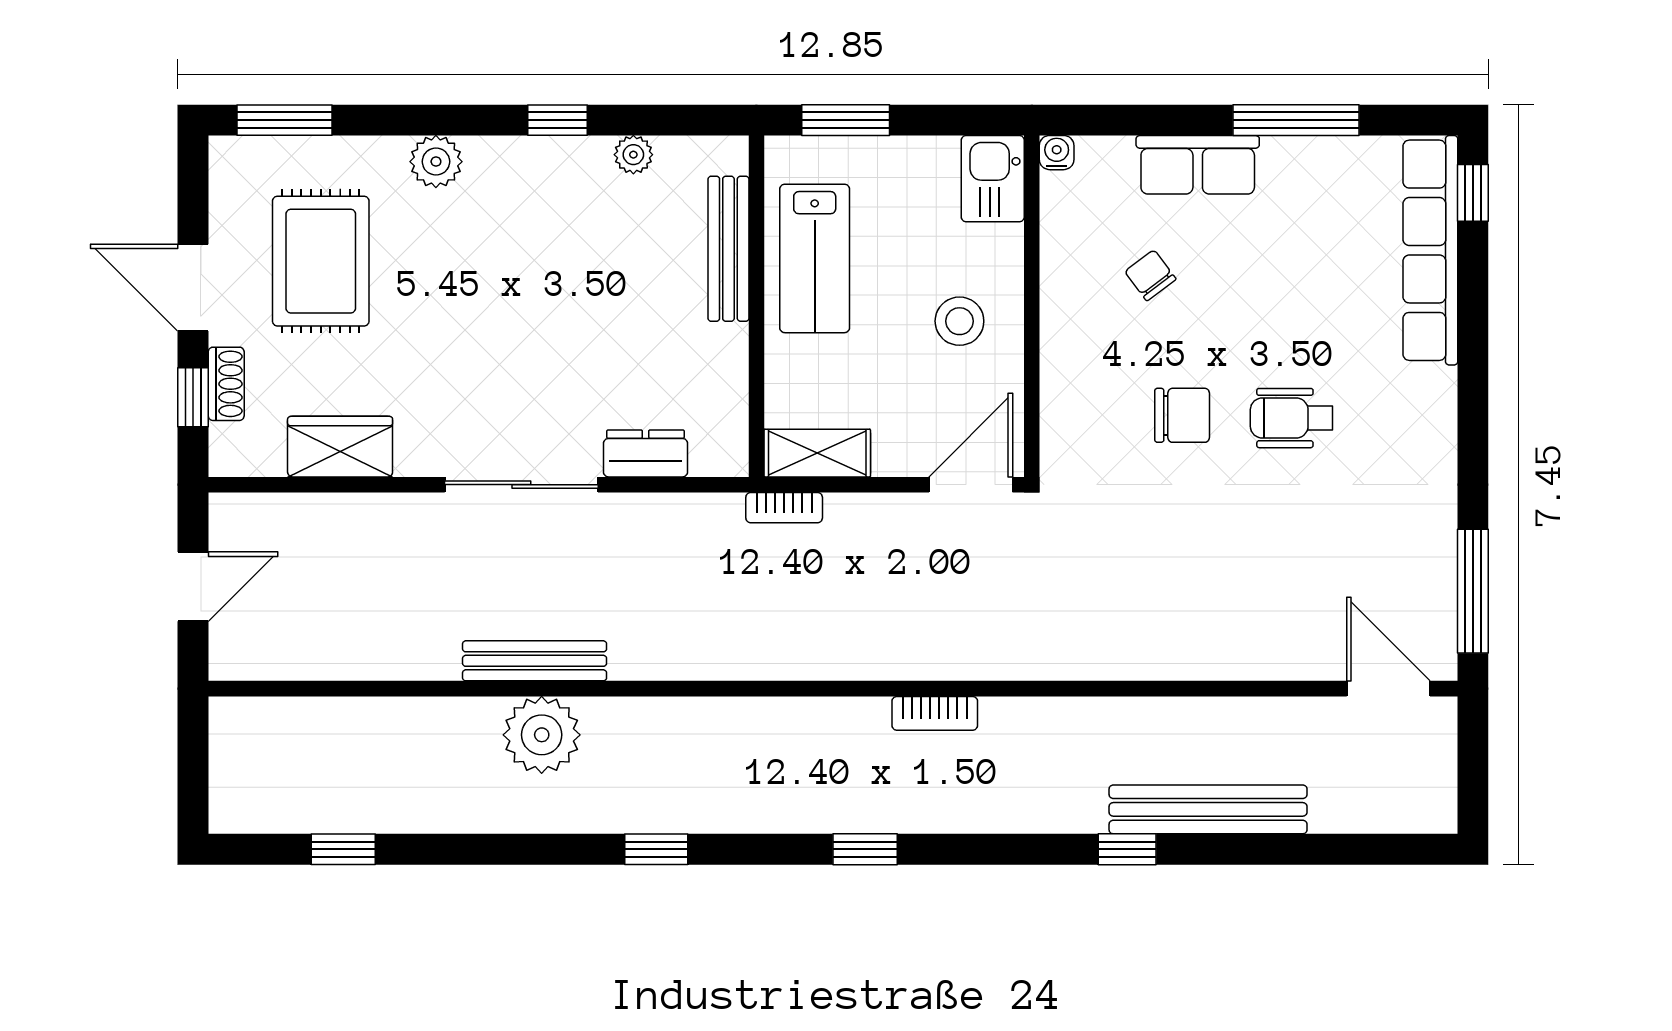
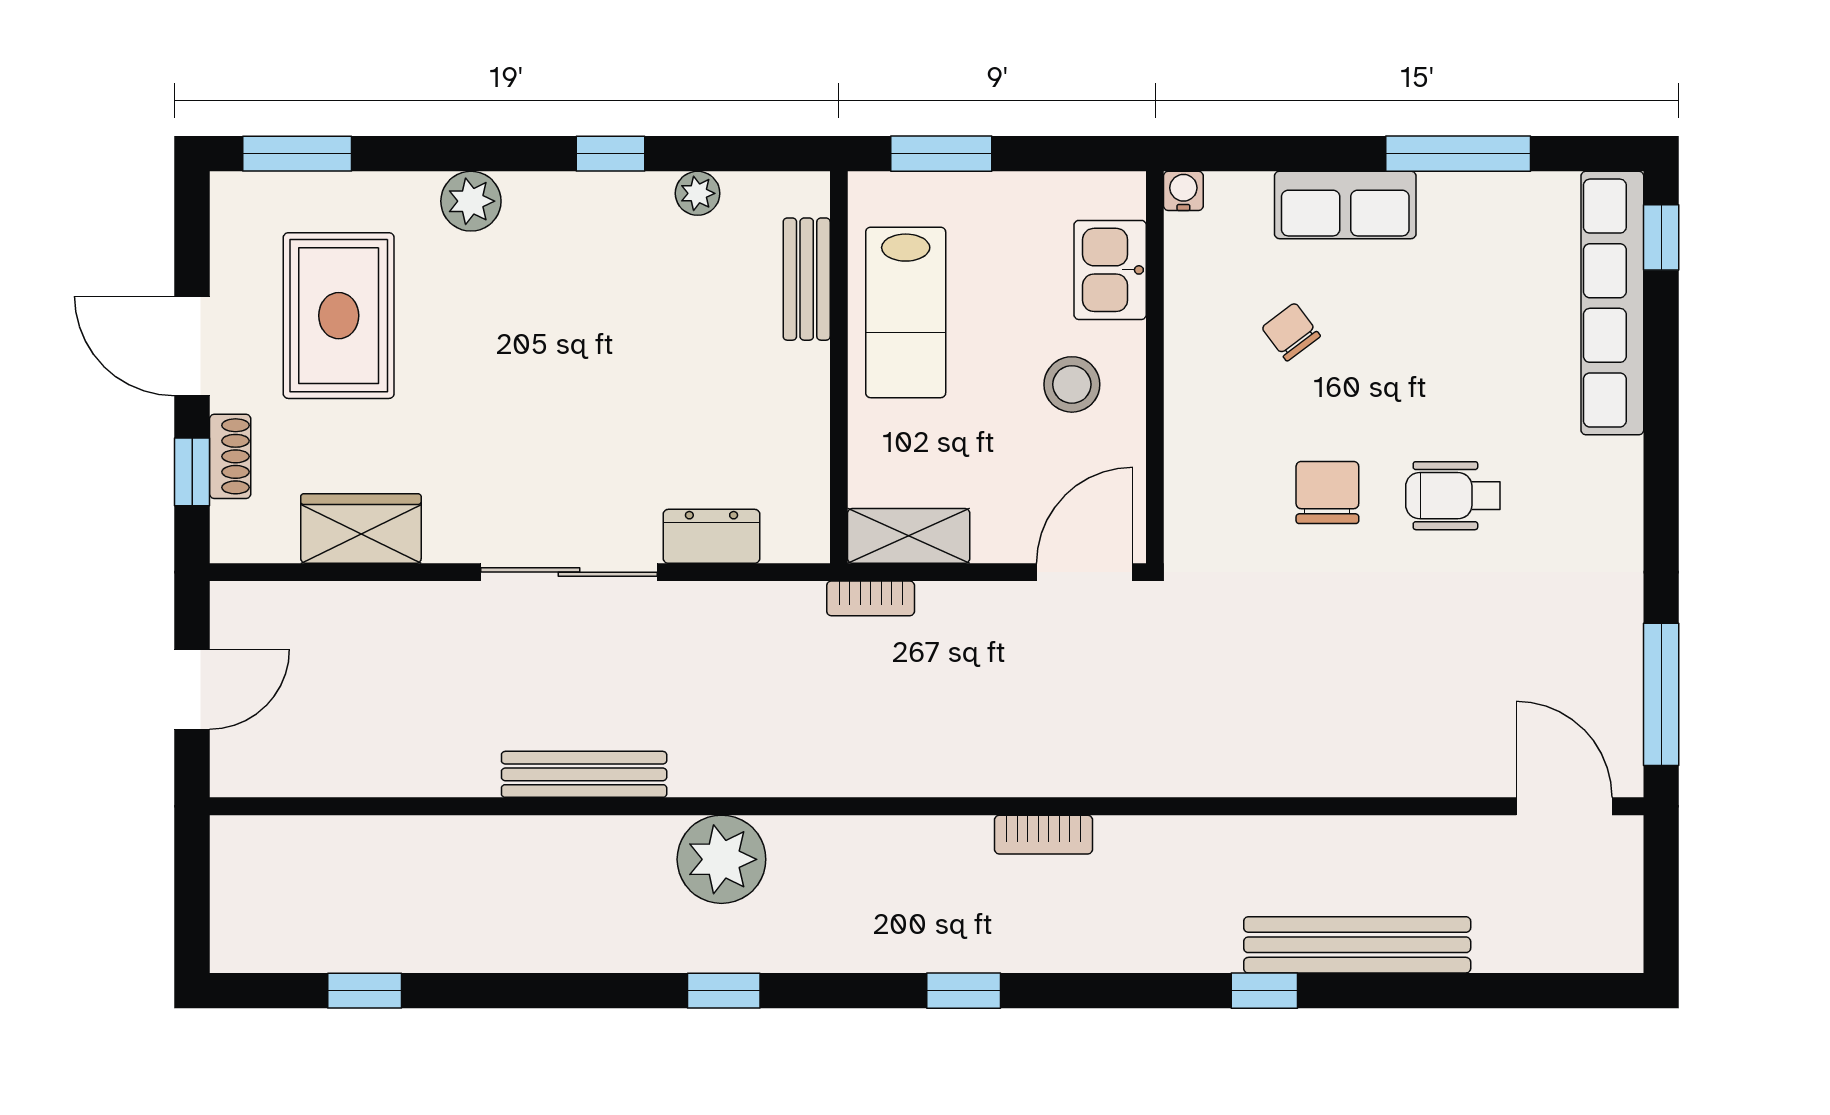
kitchen sink: (993, 179) -> (1110, 270), moved
bench: (728, 249) -> (807, 279), width x0.73
chair: (1182, 415) -> (1327, 493), turned -90
plant: (542, 735) -> (721, 859), moved

